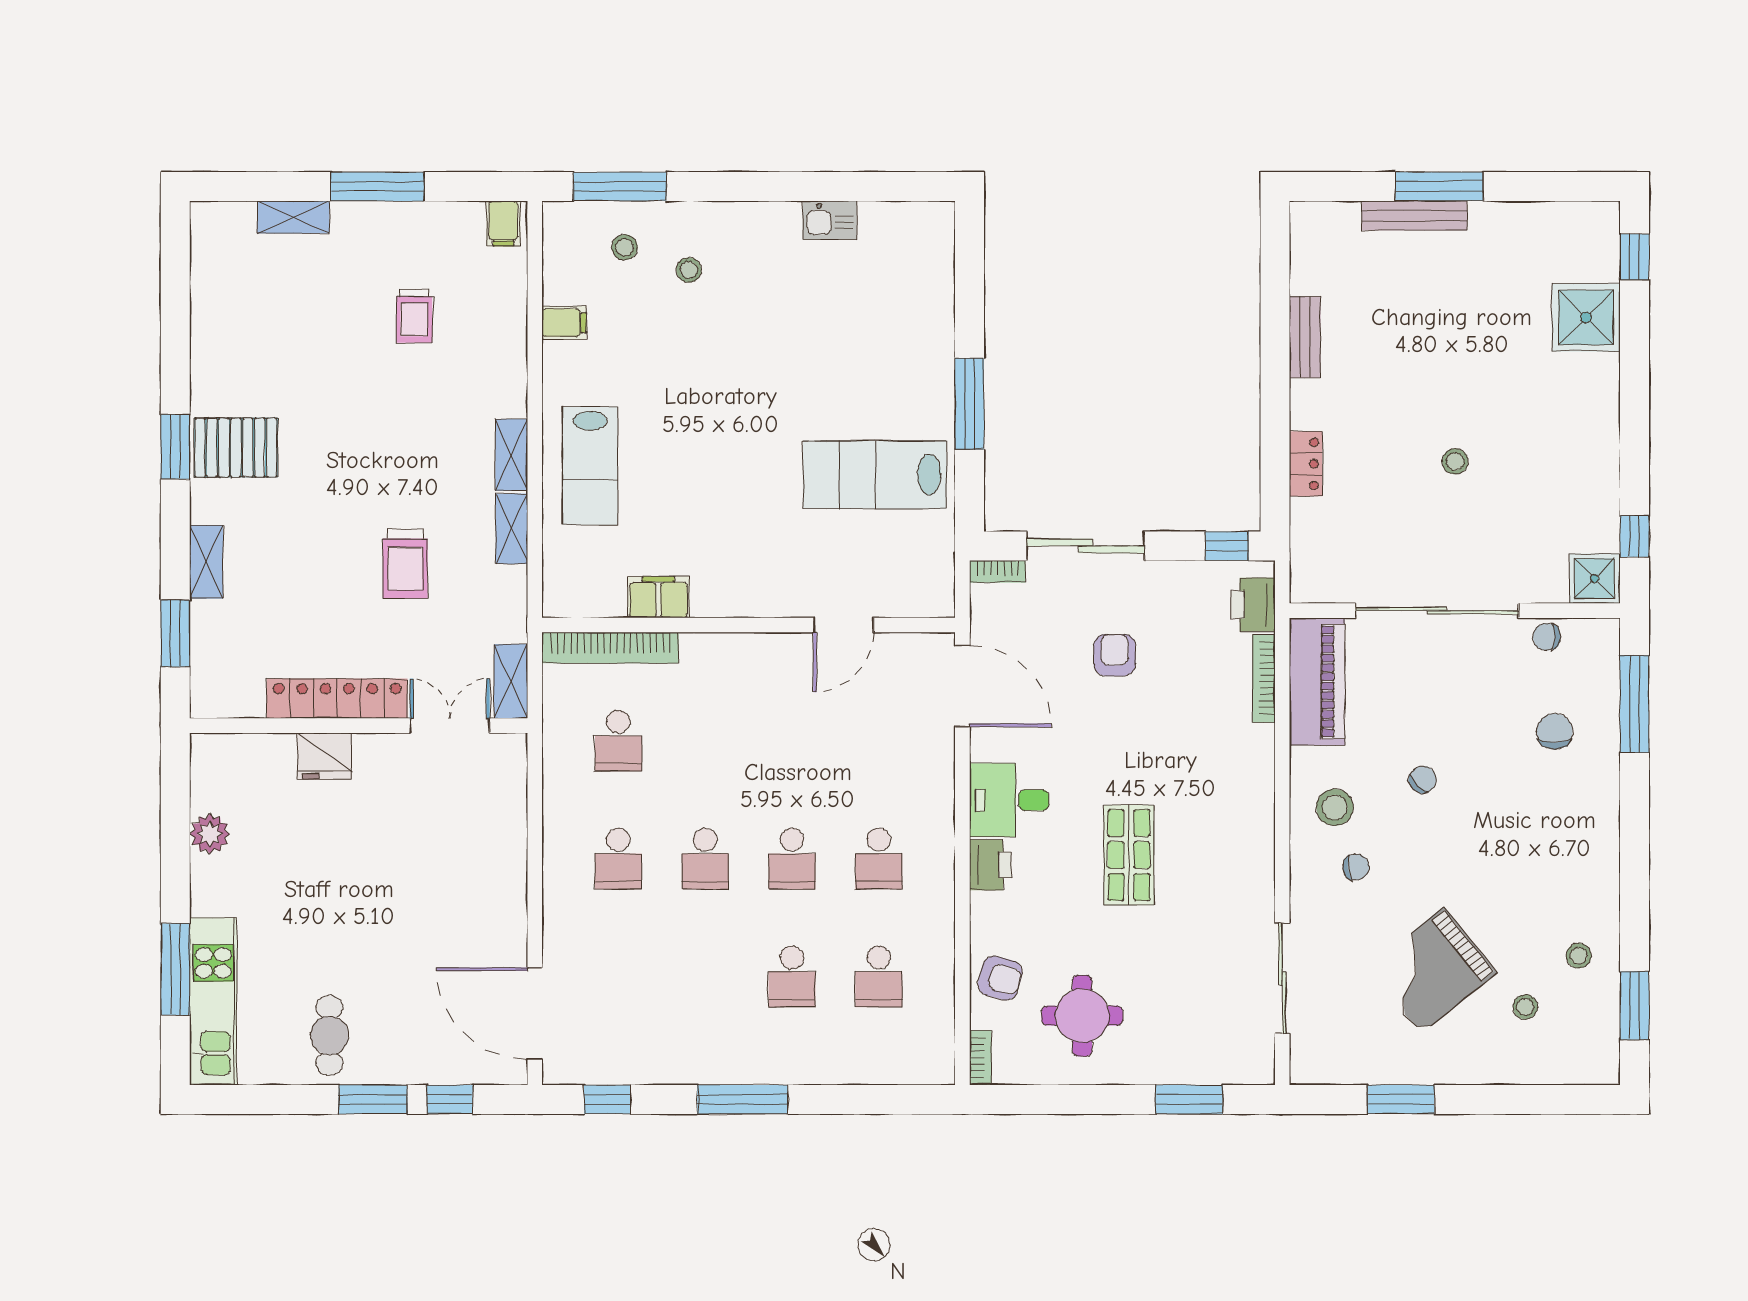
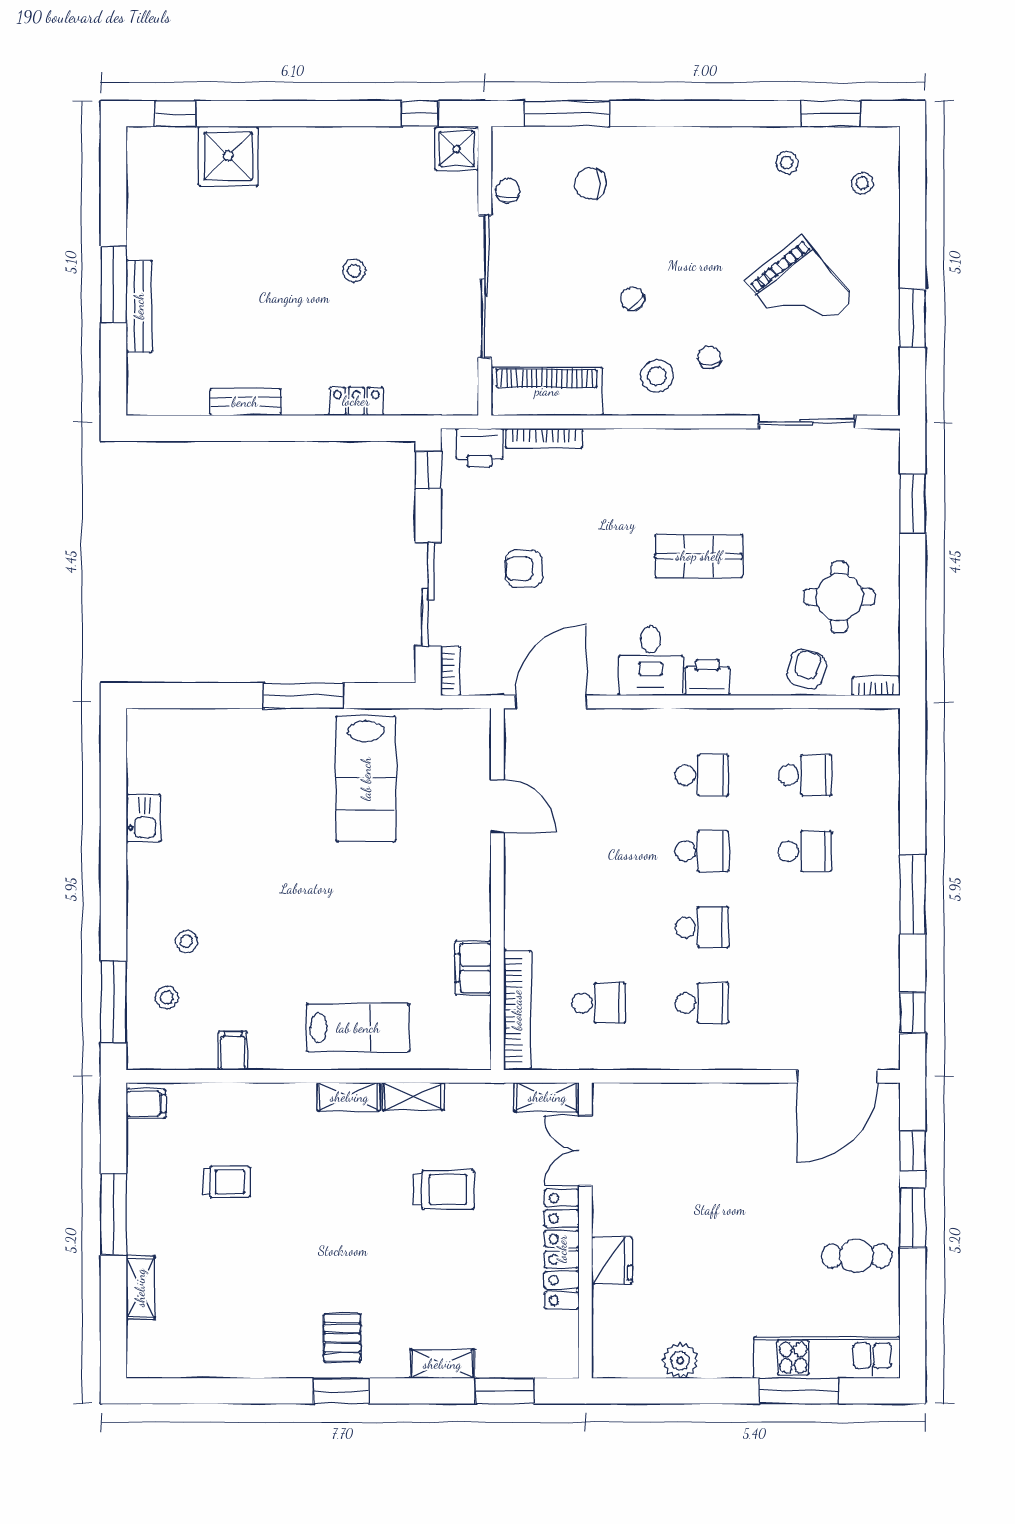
pallet: (236, 448) -> (342, 1338), width x0.67, depth x0.71
chair: (1547, 637) -> (508, 191), turned 180
stool: (1525, 1007) -> (862, 183), moved

